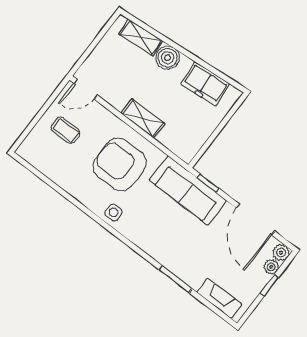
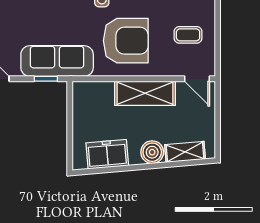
door: (86, 89) -> (197, 79), swing flipped
shelving: (143, 119) -> (145, 93), width x1.50, depth x1.33

